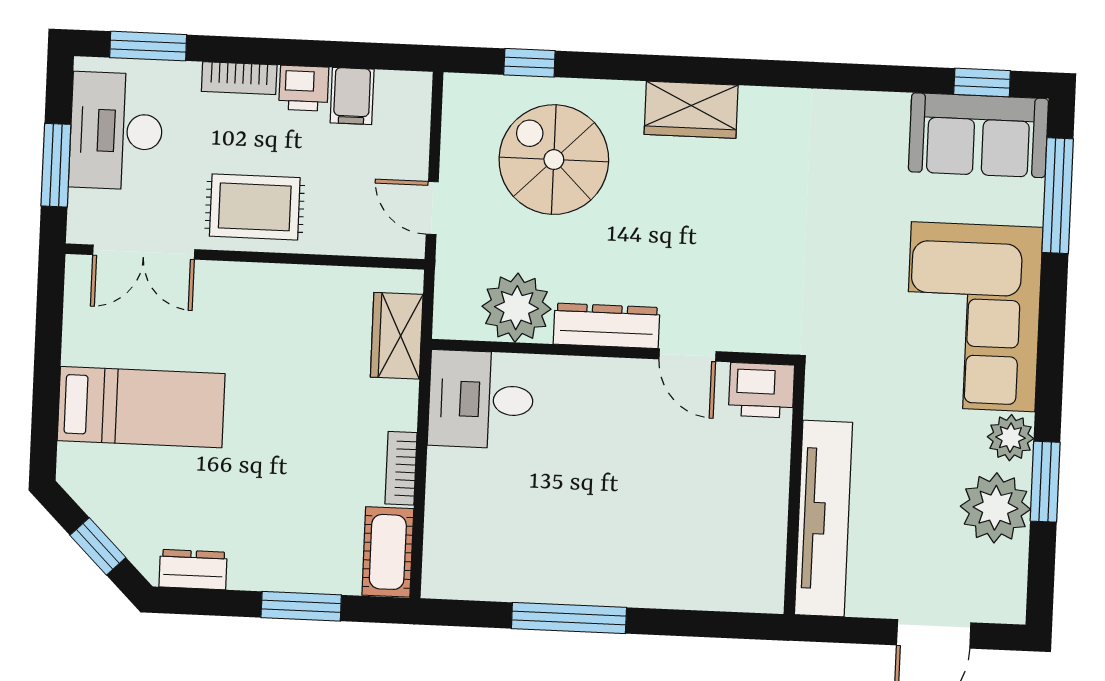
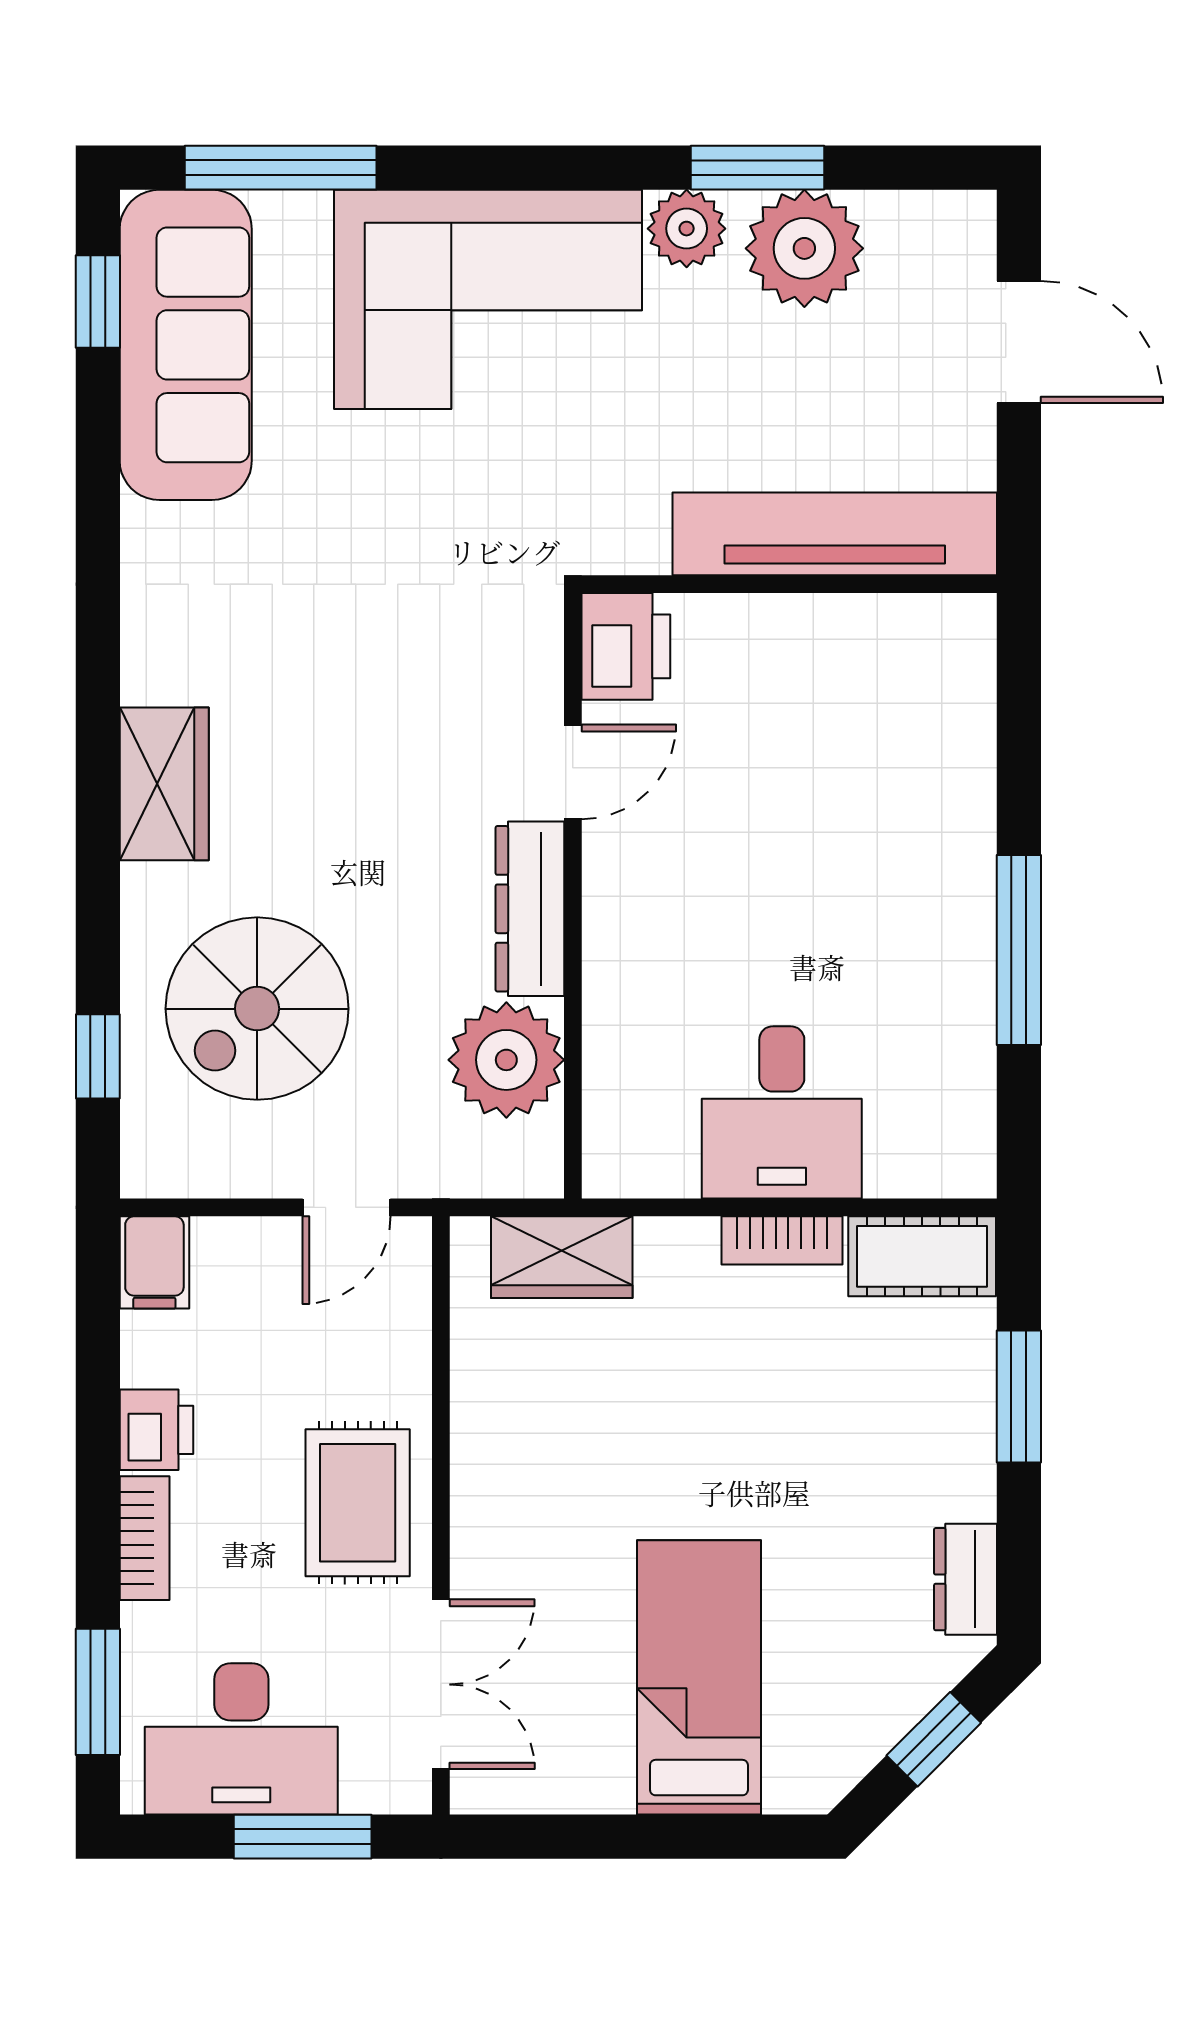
filing cabinet: (352, 96) -> (154, 1262), moved, turned 90
sofa: (978, 135) -> (186, 345), width x1.36
desk: (481, 400) -> (782, 1112), moved

